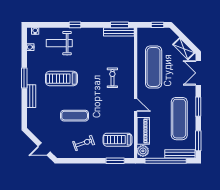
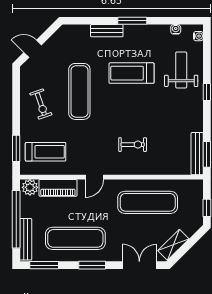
treadmill: (62, 79) -> (132, 73), turned -90
exercise mat: (75, 116) -> (79, 91), width x1.36, depth x1.45
treadmill: (118, 140) -> (46, 152), turned 90
door: (44, 149) -> (33, 49), hinge flipped

